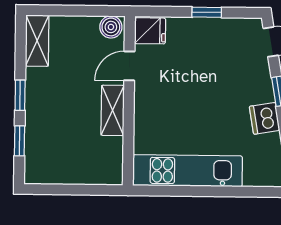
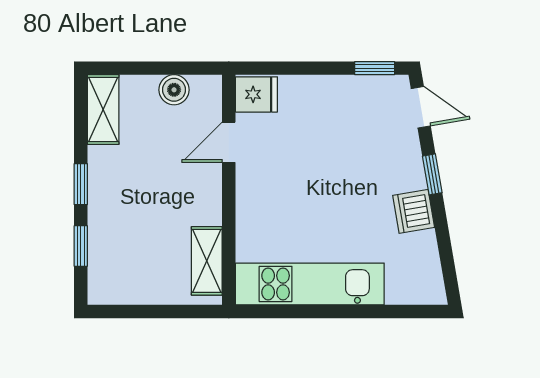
window: (207, 12) -> (375, 68), moved
boiler: (111, 27) -> (174, 90), moved
shelving: (113, 110) -> (207, 261), moved

